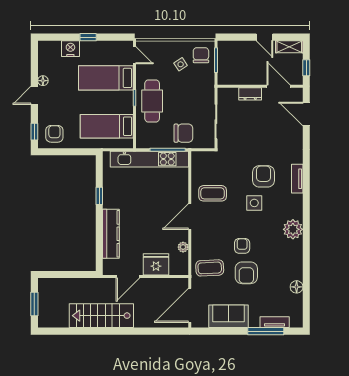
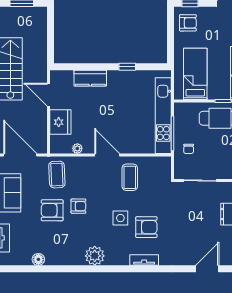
chair: (183, 133) -> (189, 149), width x0.54, depth x0.54
kitchen counter: (111, 234) -> (90, 78), width x0.67

